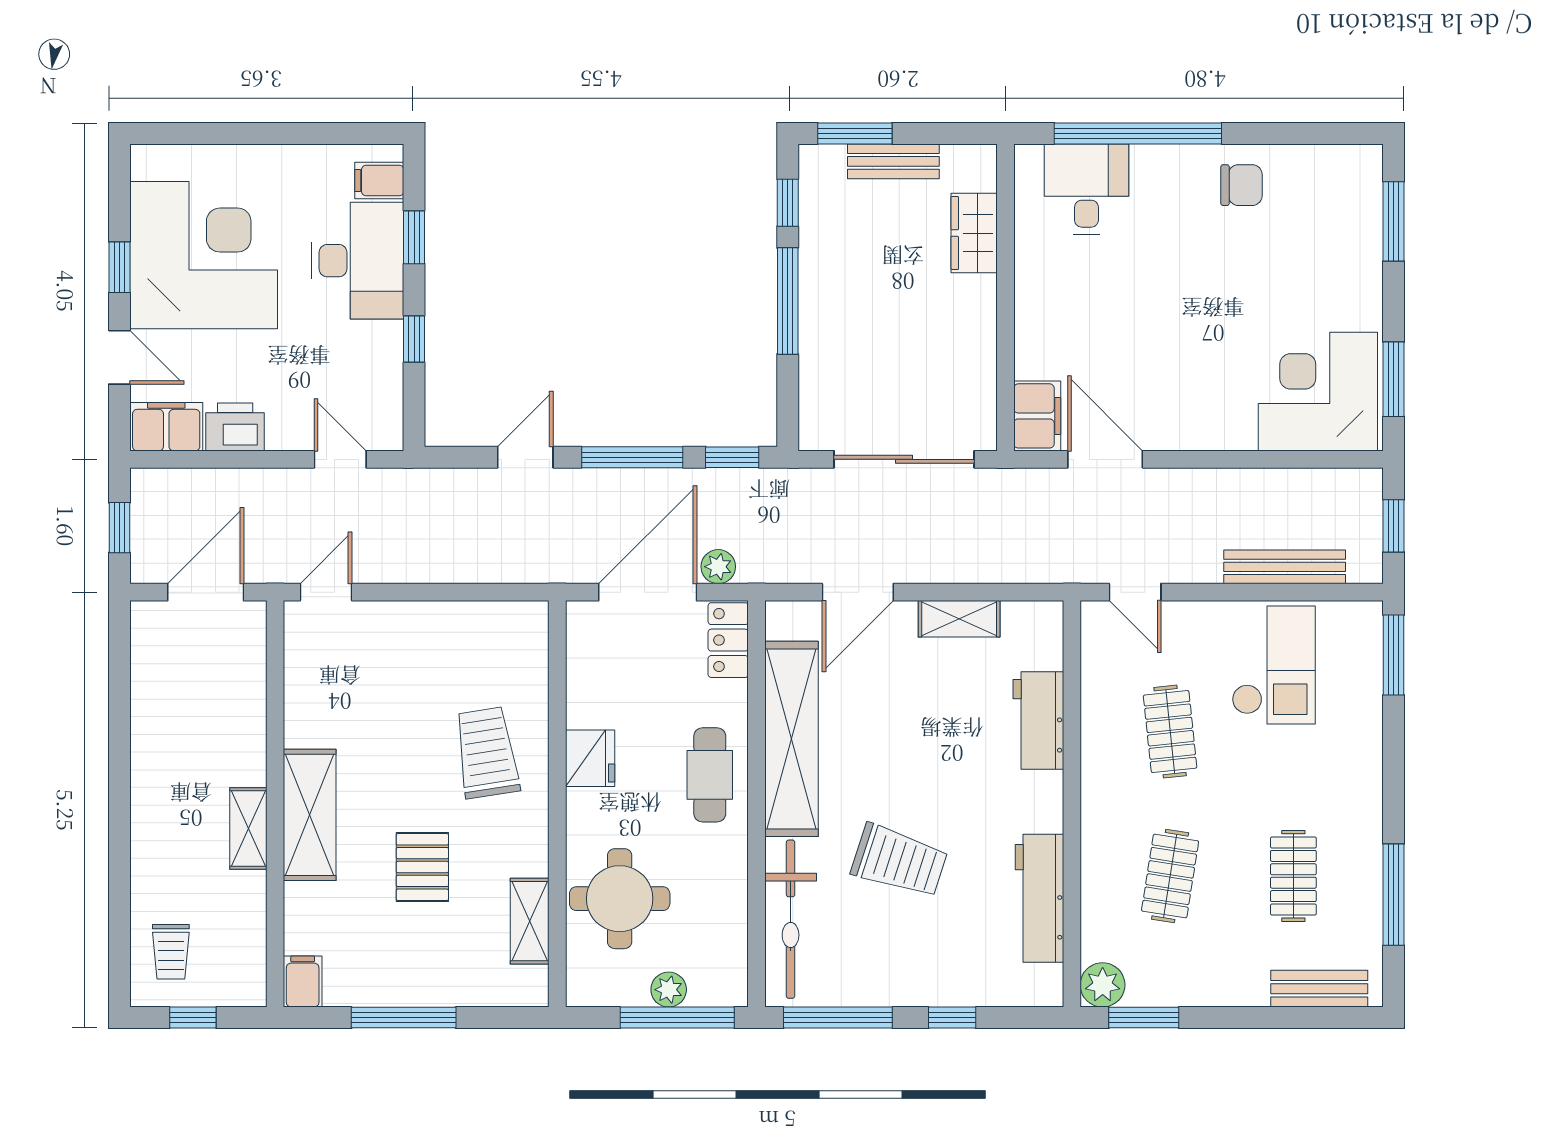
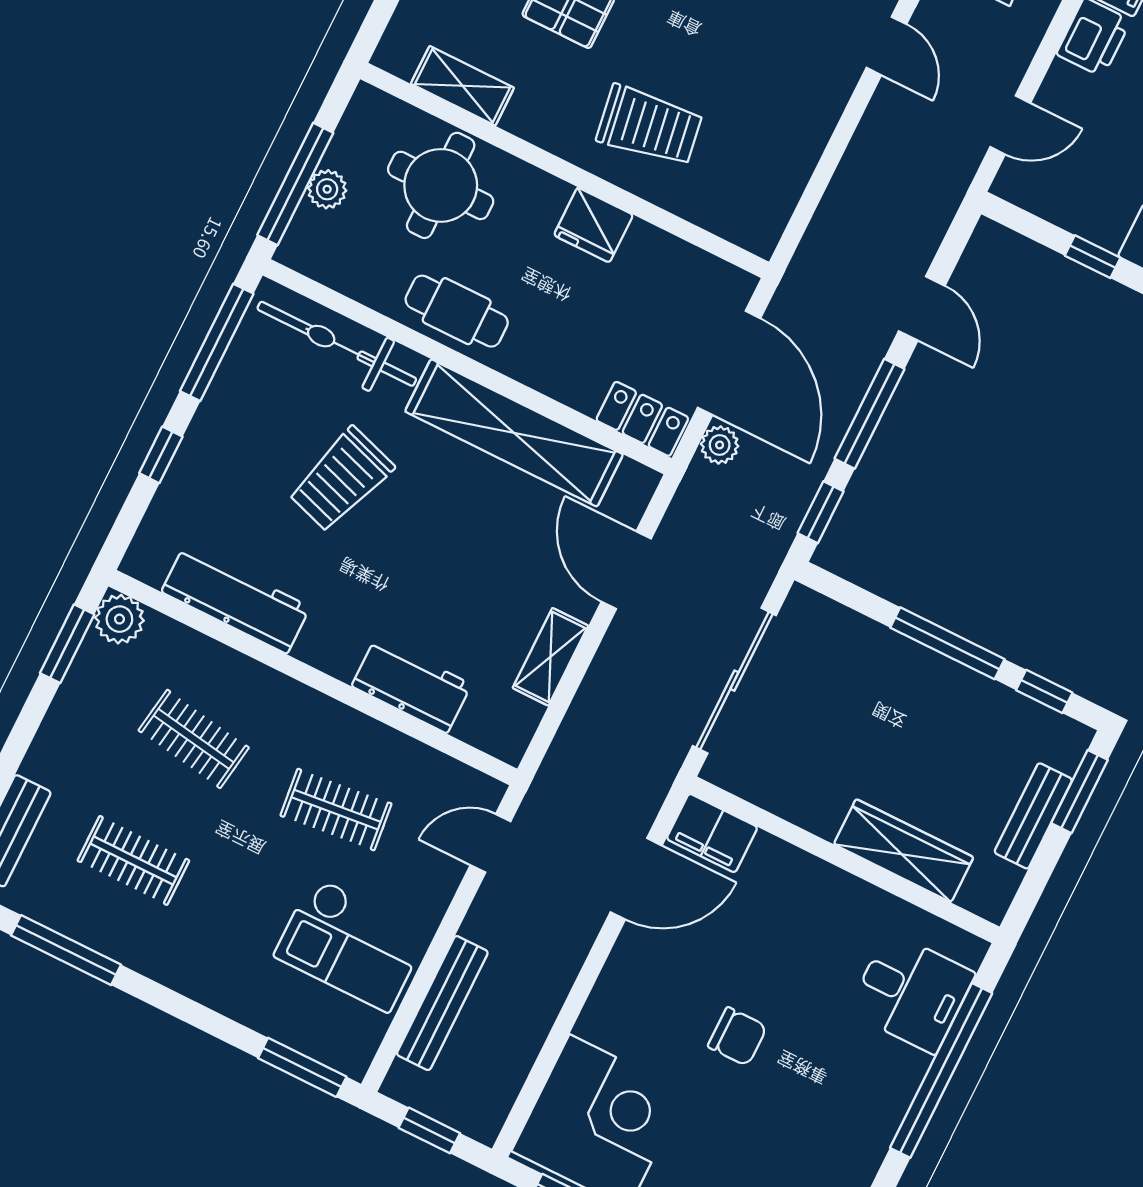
chair: (1242, 185) -> (737, 1037), moved, turned -90
wardrobe: (974, 233) -> (904, 851), width x1.50
cafe table: (710, 775) -> (457, 311), moved

